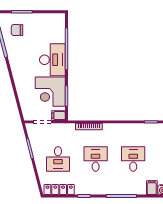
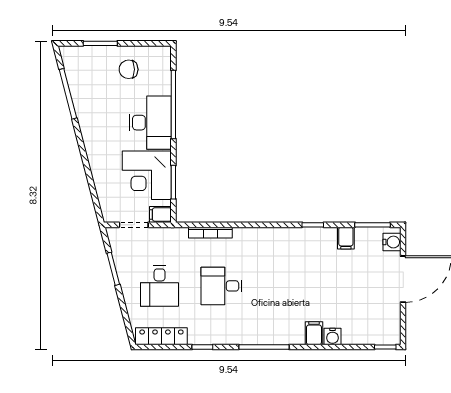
chair: (17, 30) -> (129, 69), moved
desk: (96, 159) -> (221, 286), turned -90
desk: (133, 159) -> (283, 286), removed

